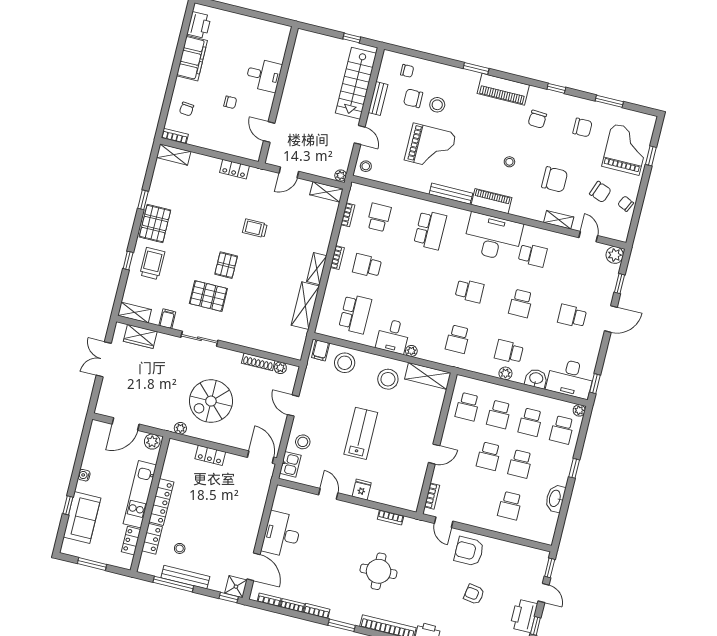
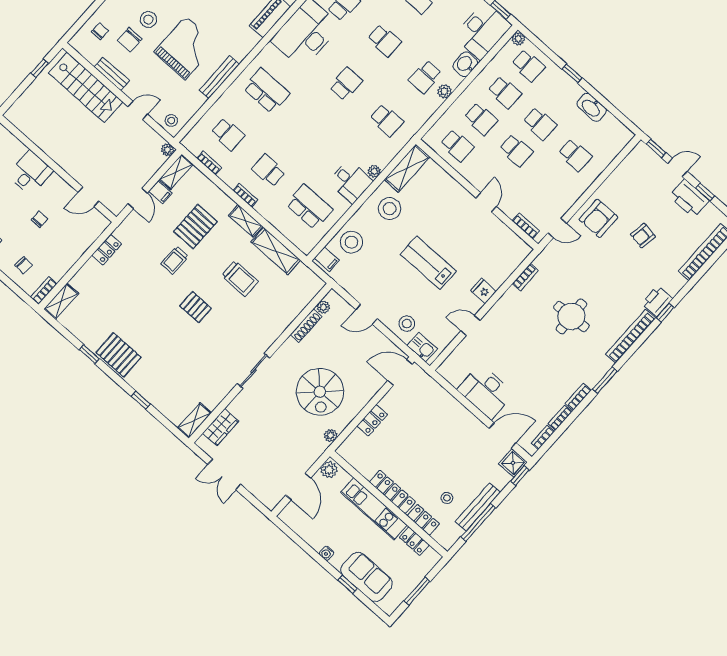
bench: (451, 194) -> (219, 77), moved
school desk: (379, 217) -> (228, 134), turned 180
trolley: (152, 263) -> (240, 278), moved, turned 180
school desk: (367, 266) -> (269, 170), turned 90
pallet: (208, 296) -> (195, 227), moved
filing cabinet: (167, 319) -> (160, 192), moved, turned 180

